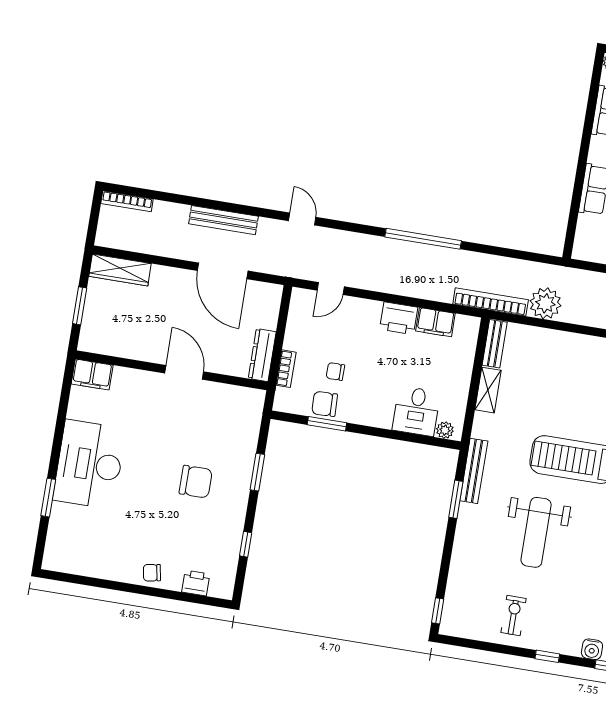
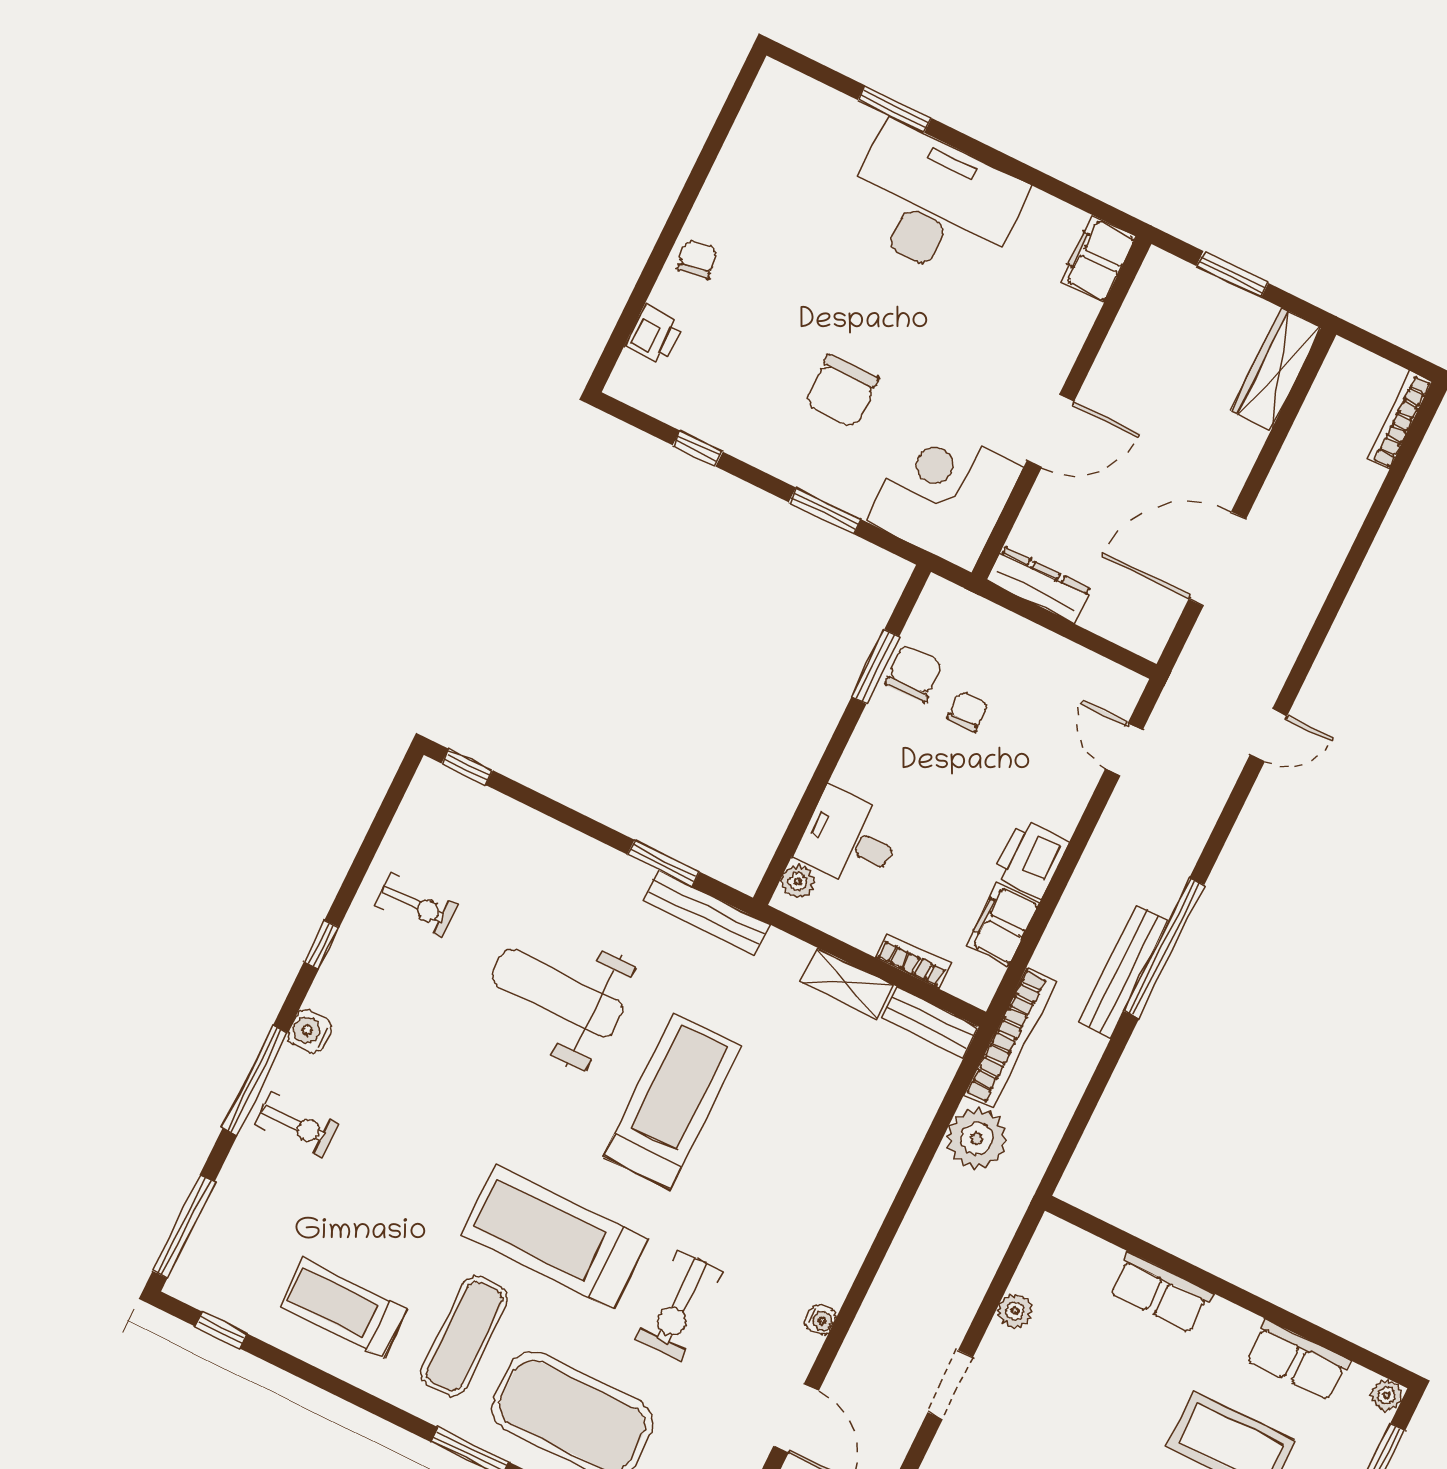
bench: (223, 220) -> (1123, 971), moved
bookcase: (286, 369) -> (913, 960), moved, turned 180
corner desk: (231, 416) -> (944, 494), added

